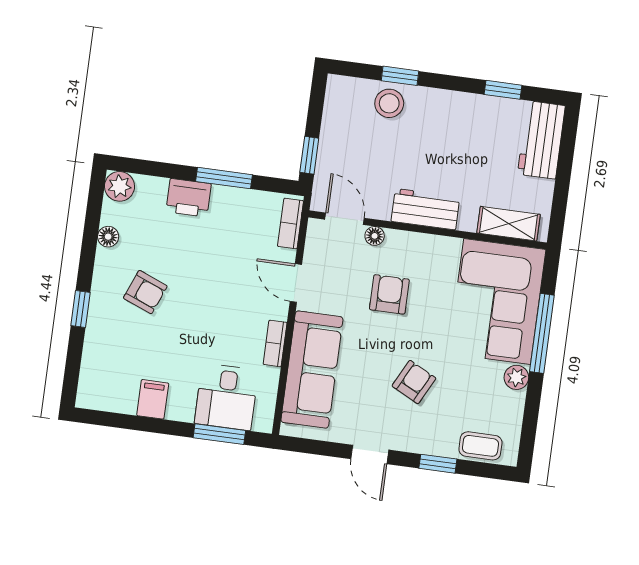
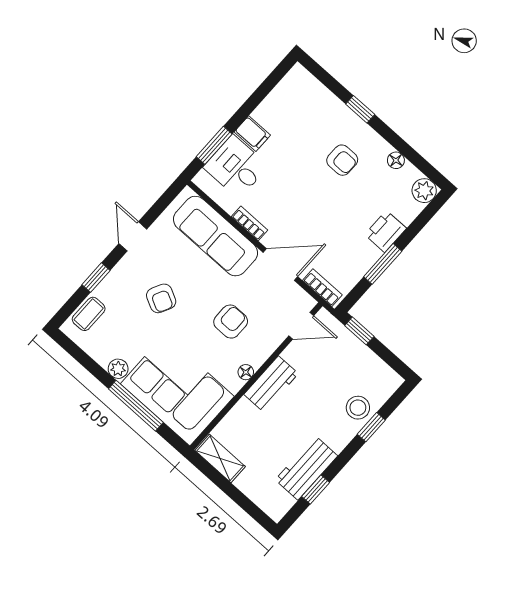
workbench: (541, 140) -> (306, 468), moved, turned -90
shelving: (509, 224) -> (220, 458), moved, turned 90
floor lamp: (375, 236) -> (246, 372), moved
door: (296, 283) -> (280, 264), width x1.38
armchair: (145, 292) -> (342, 160), turned -112
armchair: (389, 294) -> (231, 322), turned -90
filing cabinet: (153, 399) -> (252, 134), moved
door: (370, 454) -> (133, 236), hinge flipped

